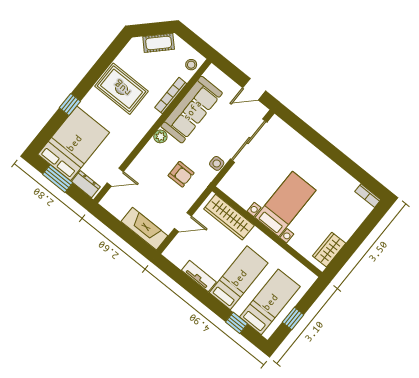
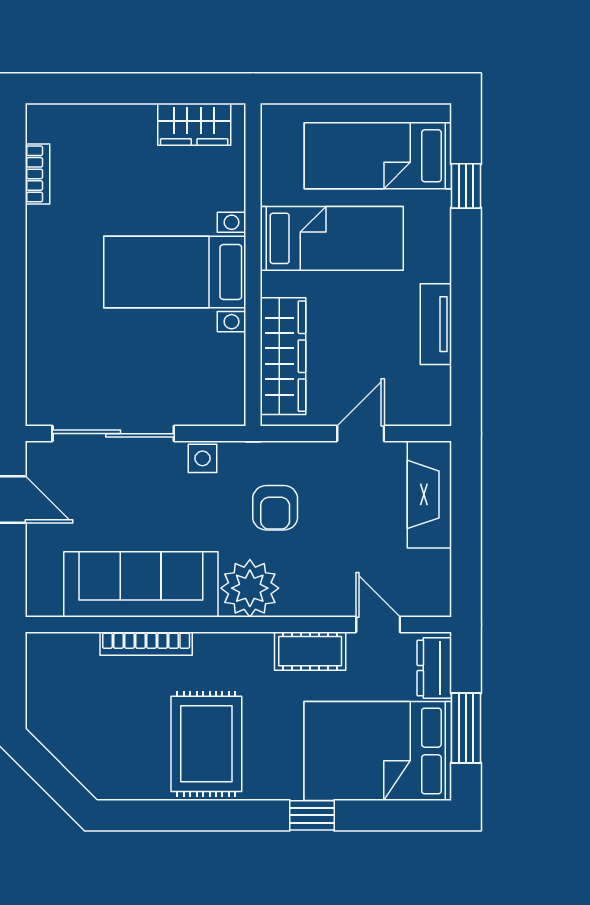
cot: (159, 43) -> (310, 651), moved, turned -45
stool: (191, 65) -> (59, 652), removed
plant: (160, 136) -> (250, 588), width x1.88, depth x1.88
armchair: (181, 174) -> (275, 508), turned 180
bookcase: (368, 196) -> (37, 174), moved
door: (183, 222) -> (361, 434), hinge flipped
bed: (239, 278) -> (332, 238), moved, turned 180
window: (293, 318) -> (374, 88), removed

